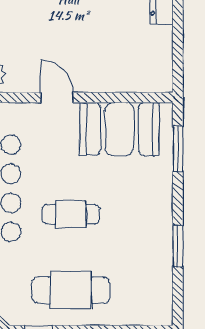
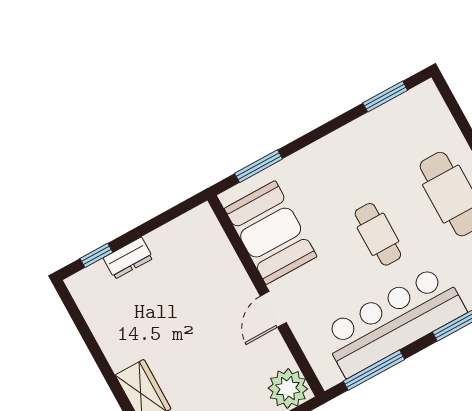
window: (178, 246) -> (385, 97), moved

